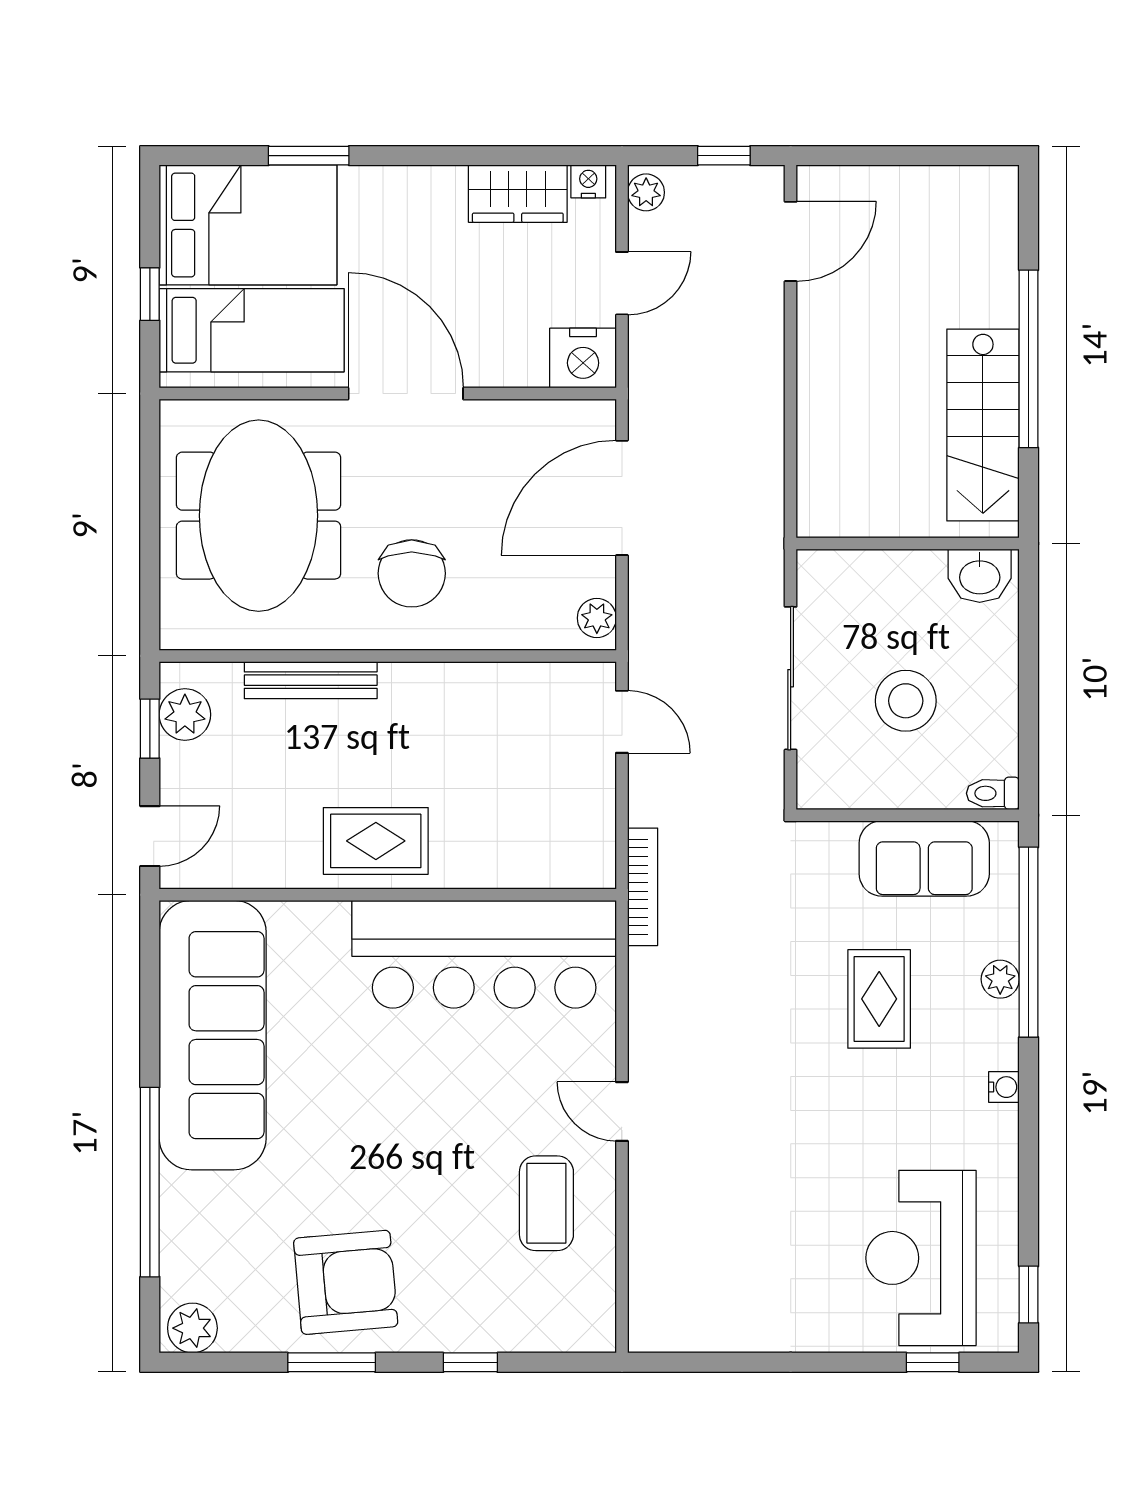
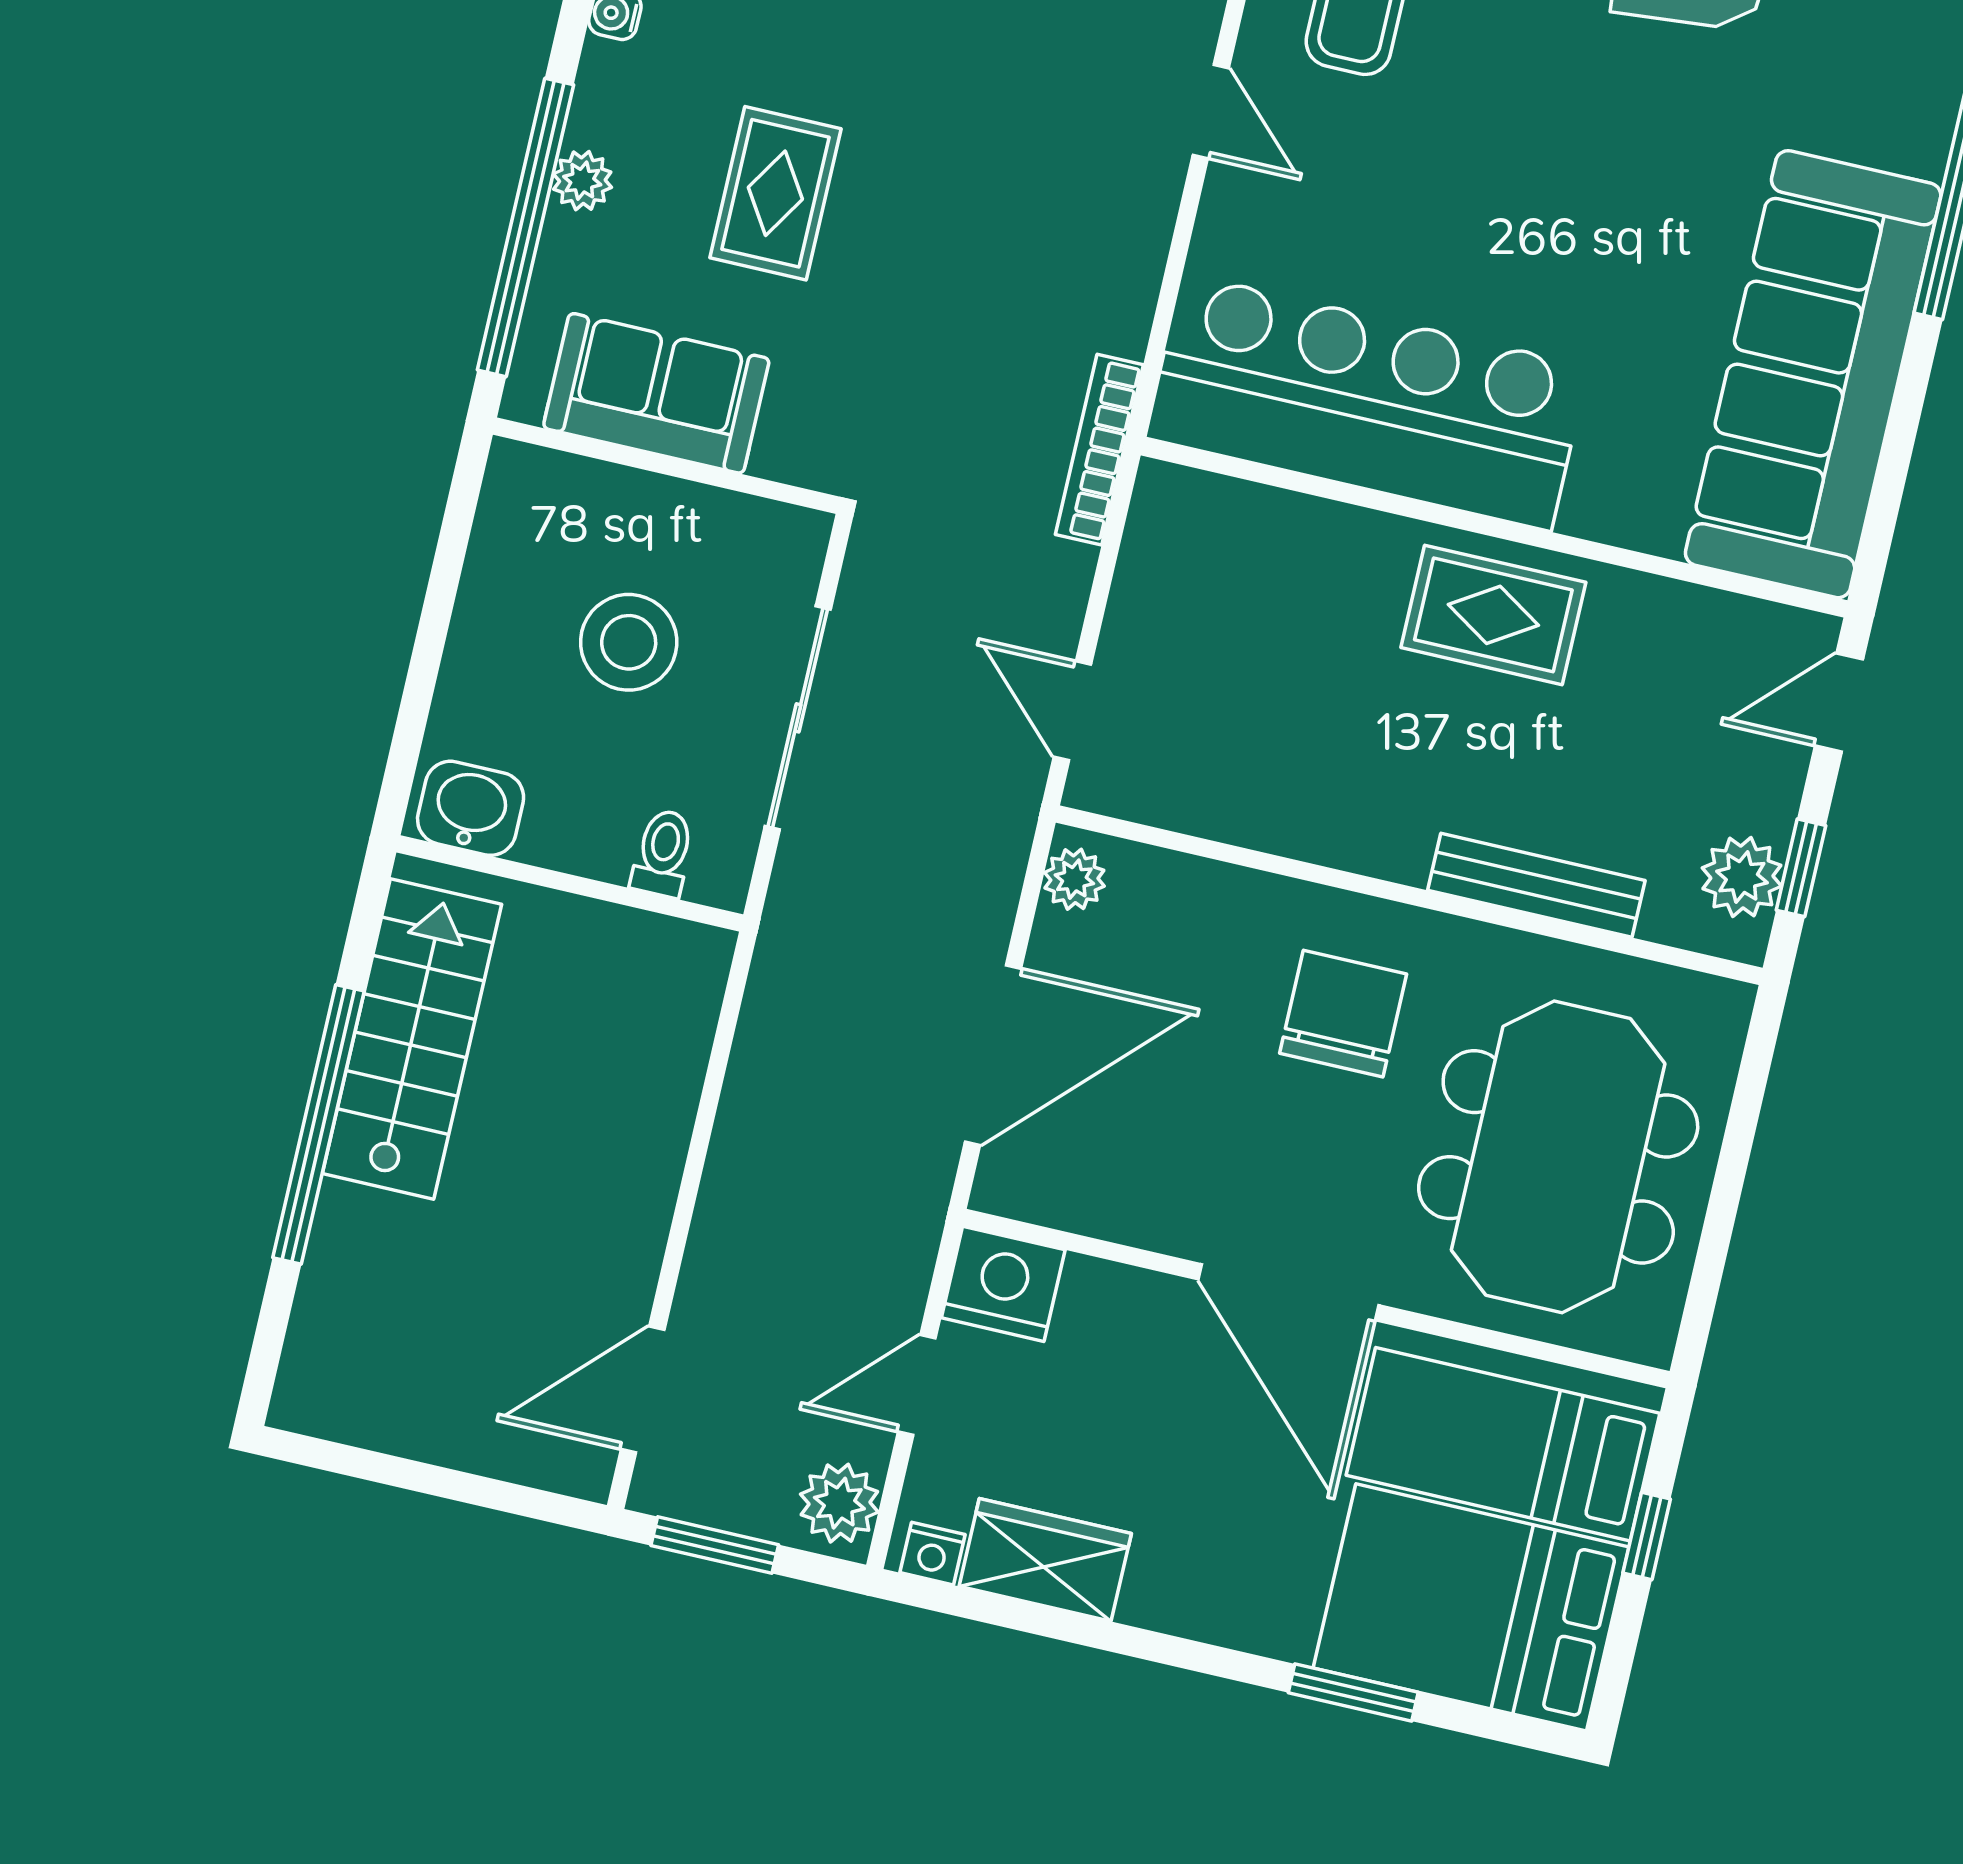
window: (724, 156) -> (715, 1545), width x1.50
plant: (646, 192) -> (839, 1503), width x1.38, depth x1.38
toilet: (993, 793) -> (663, 853), moved, turned -90

